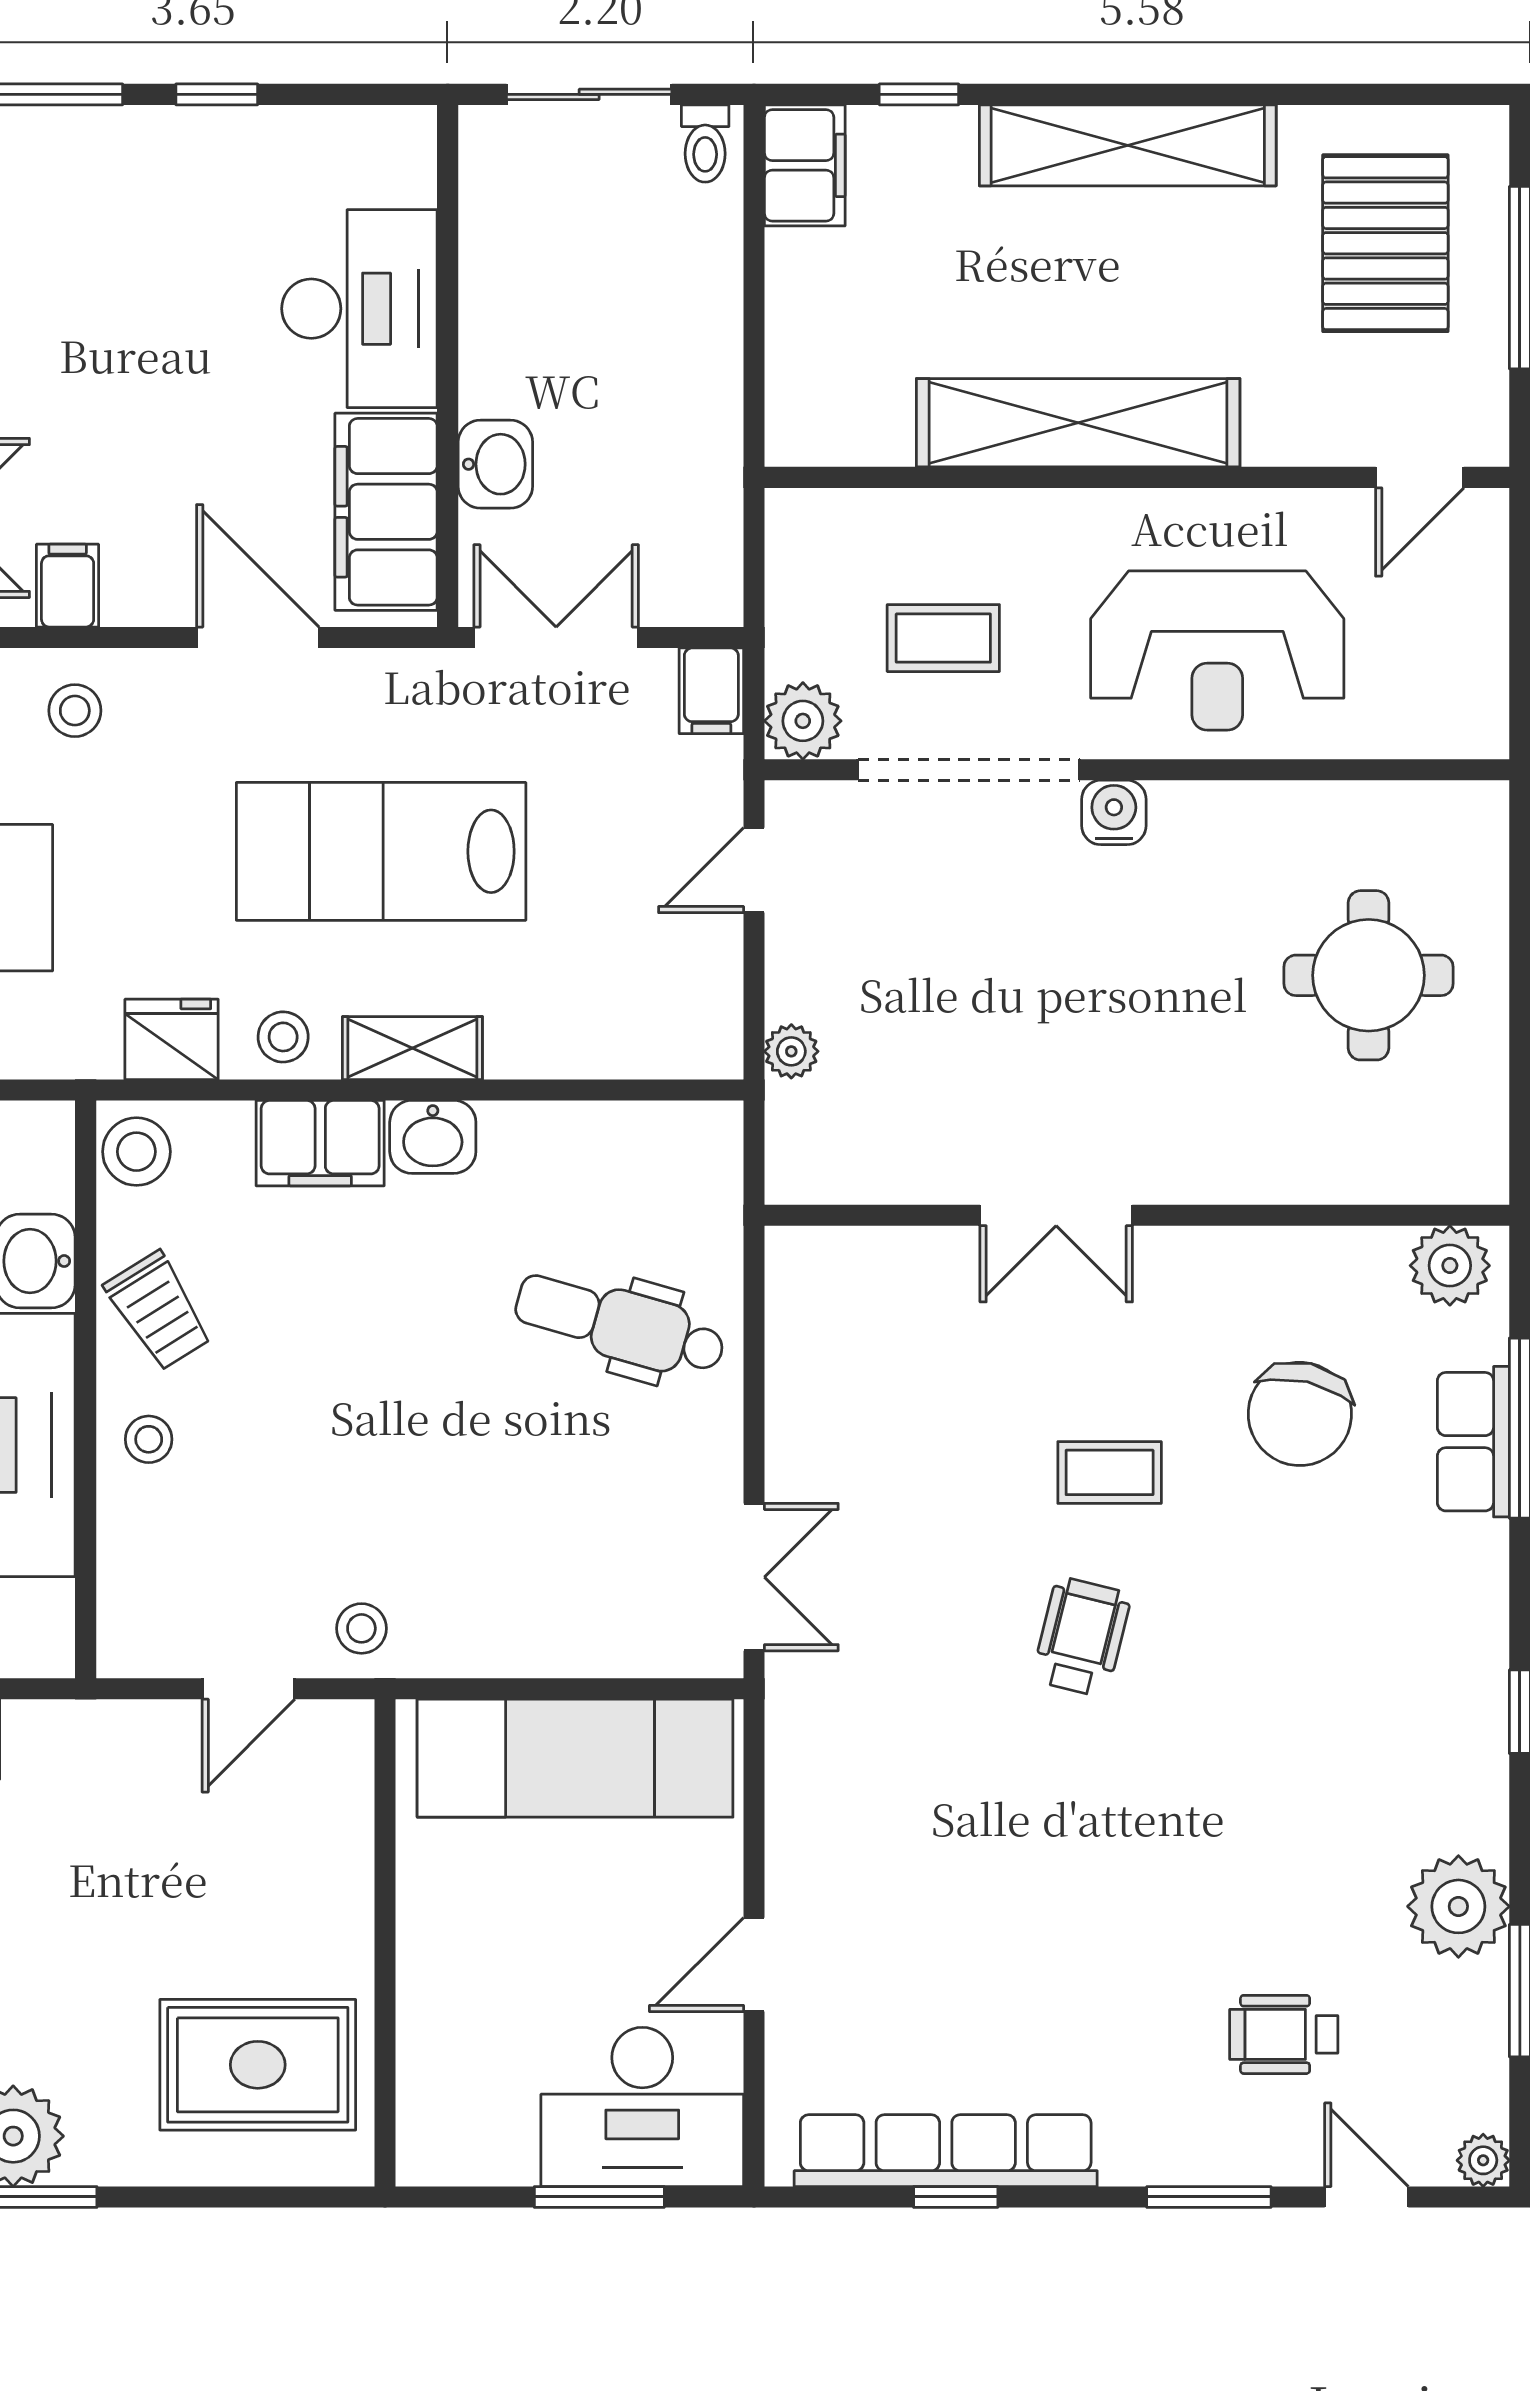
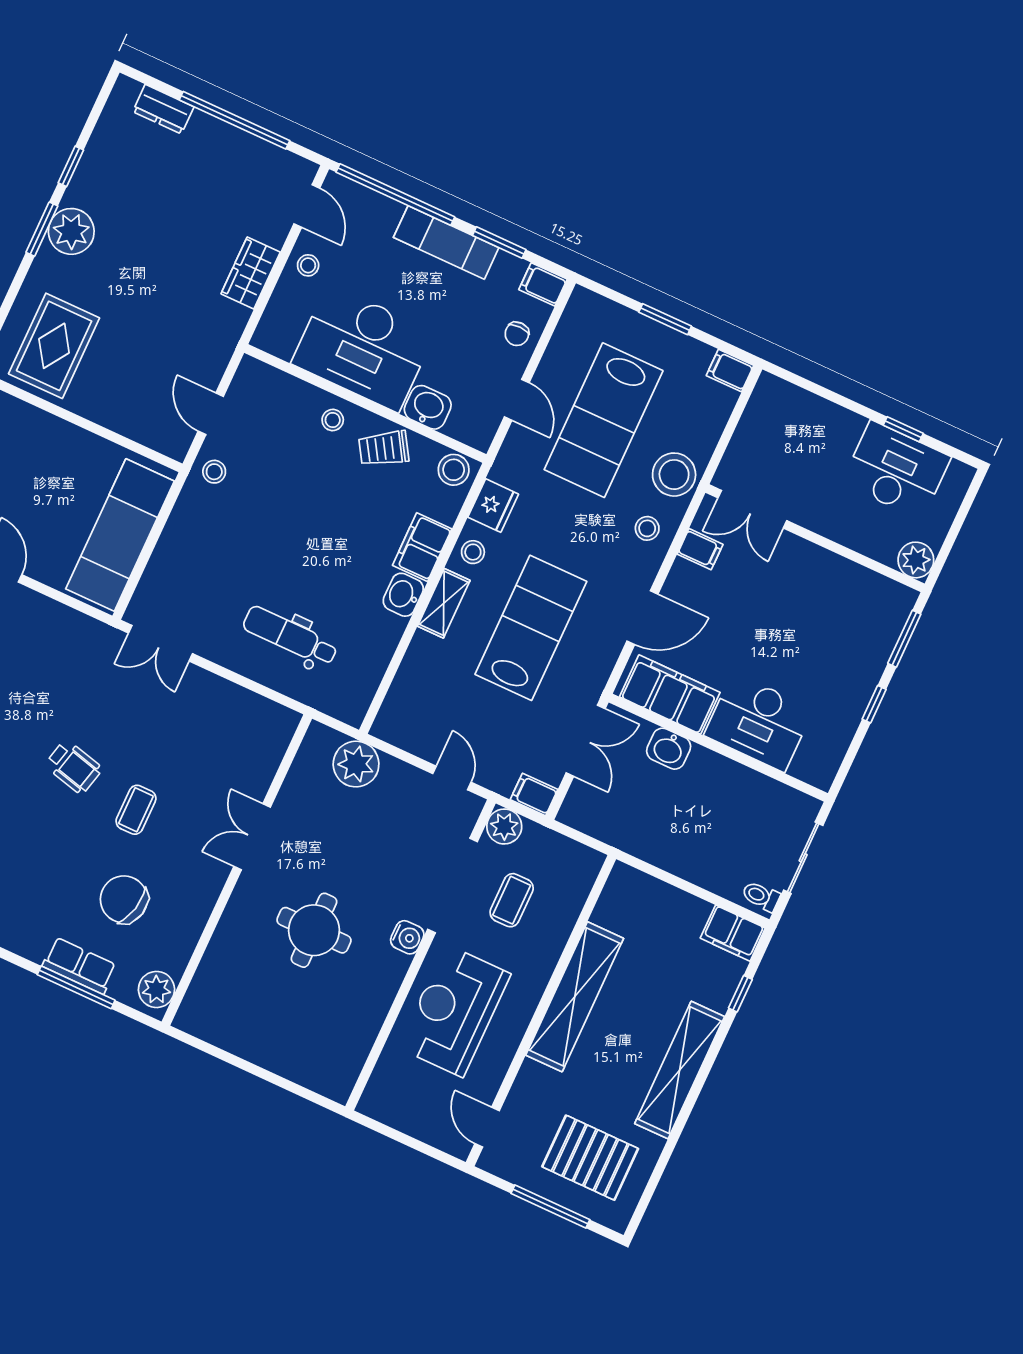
round table: (1369, 975) -> (314, 930), moved
plant: (791, 1051) -> (356, 764), width x1.87, depth x1.87
dental chair: (620, 1325) -> (290, 636), turned -106

